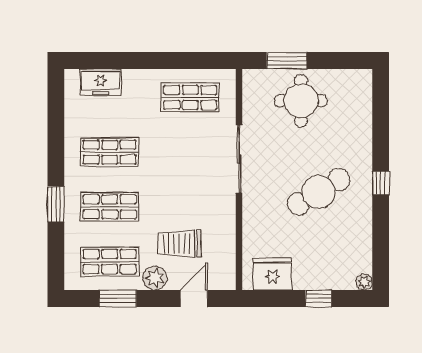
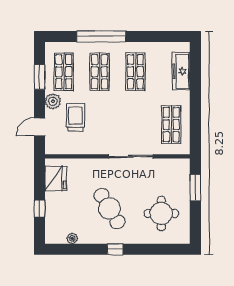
freezer: (101, 82) -> (181, 71), width x1.40
round table: (301, 101) -> (161, 213), moved
window: (56, 204) -> (101, 36), width x2.11
plant: (364, 282) -> (72, 238), moved
door: (194, 299) -> (40, 127), swing flipped

